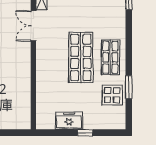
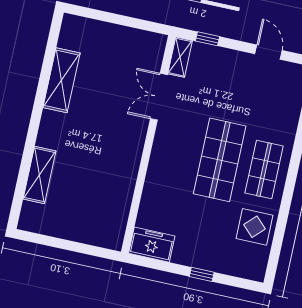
window: (129, 87) -> (282, 220), removed
freezer: (69, 121) -> (152, 245), moved

